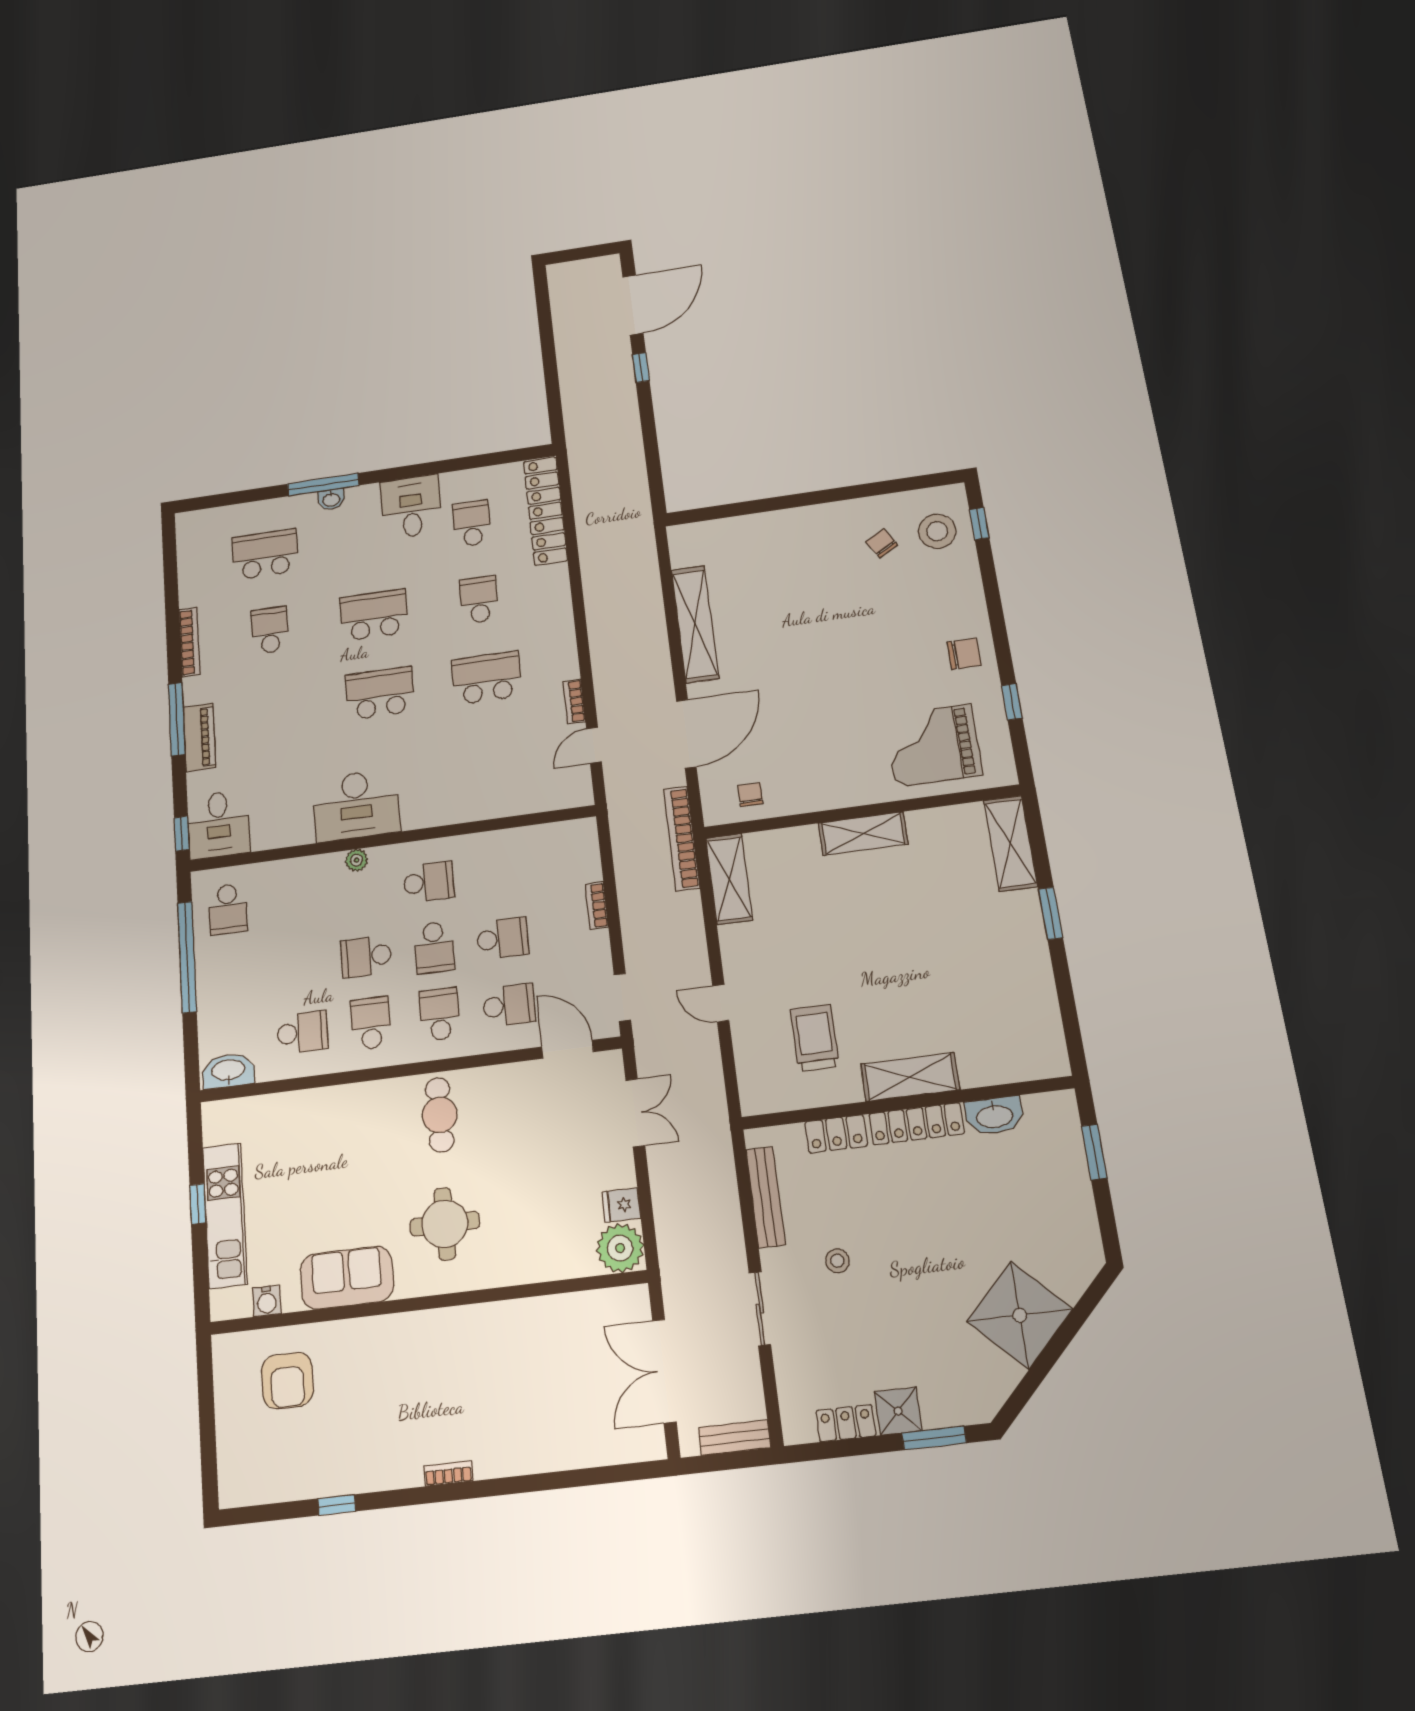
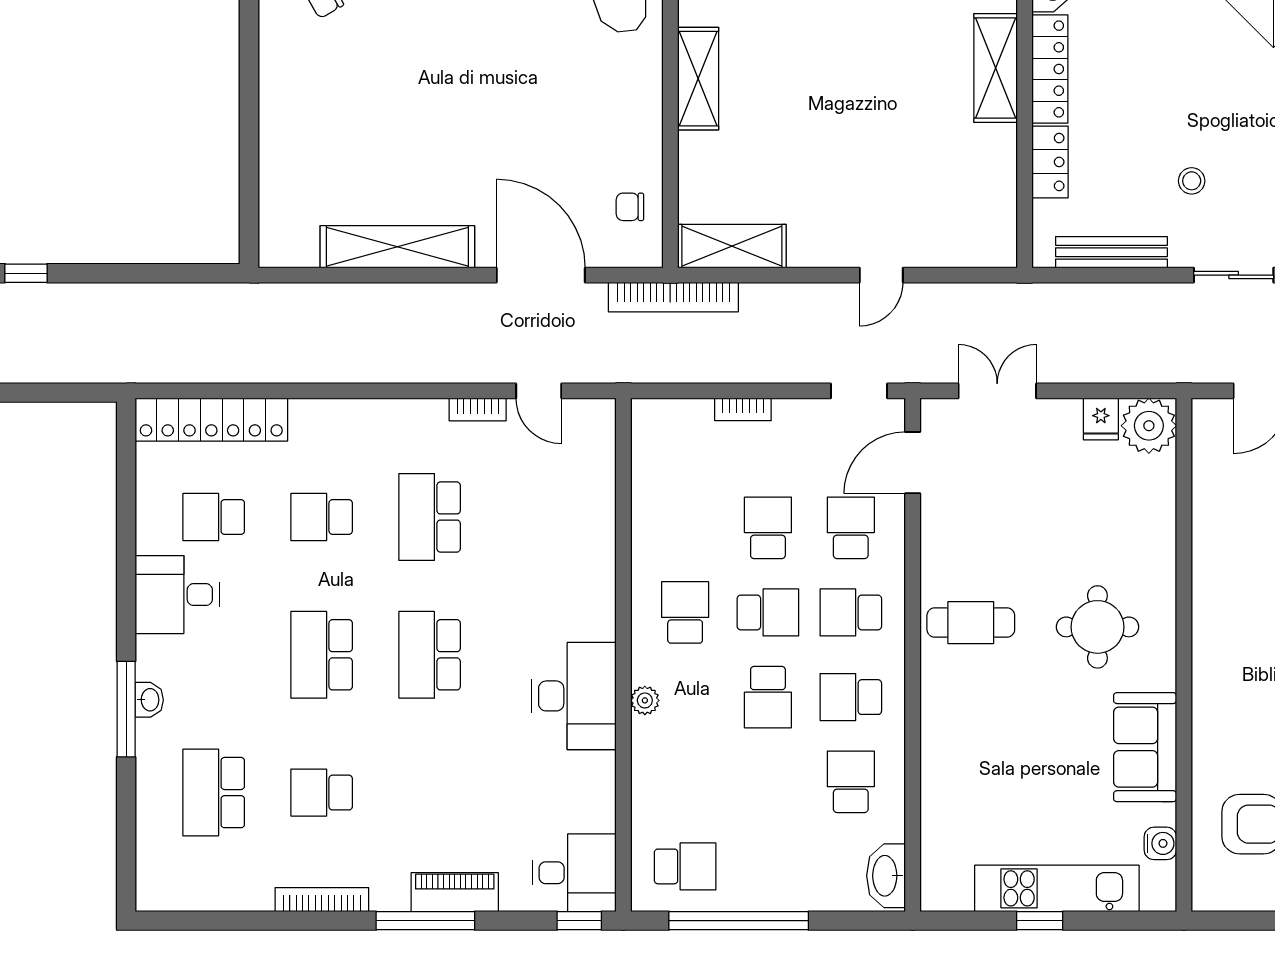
trolley: (815, 1038) -> (936, 171), removed

